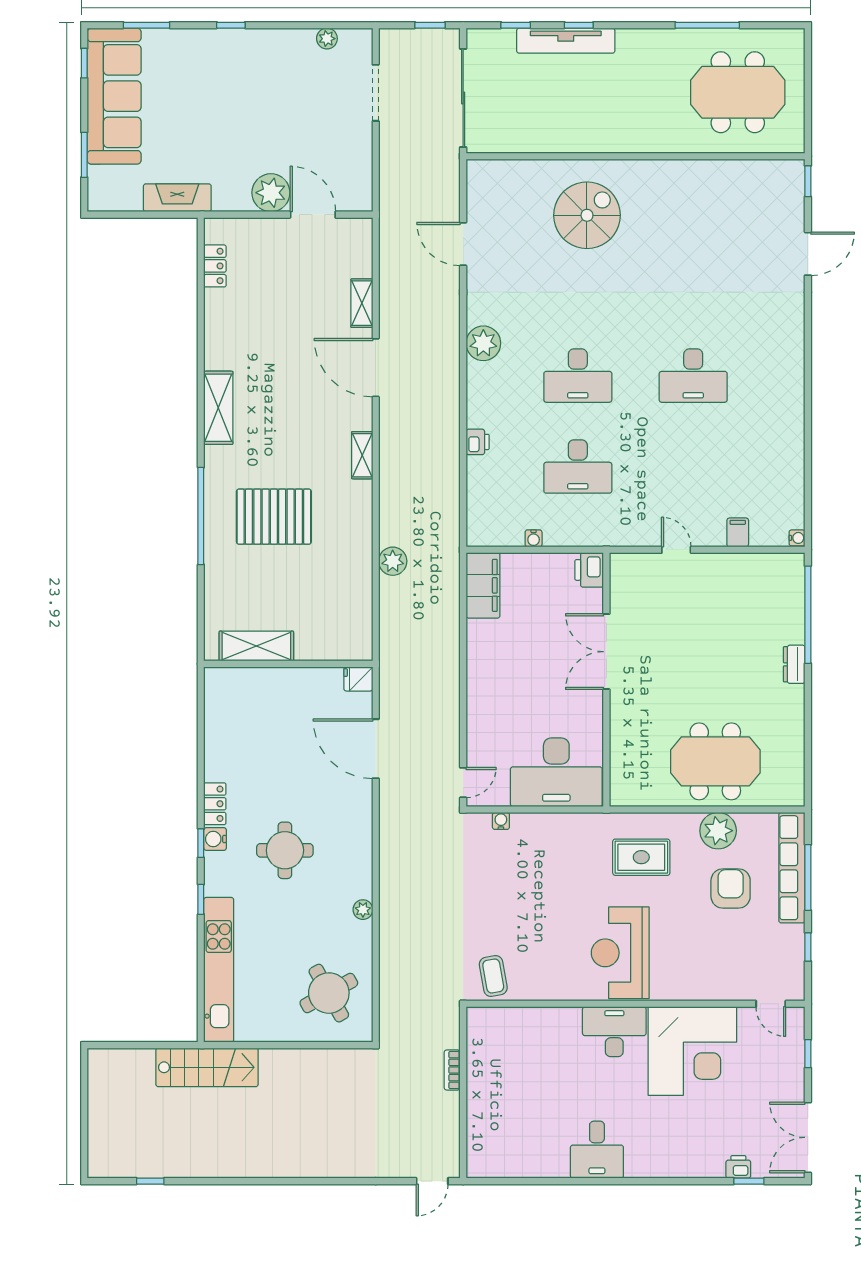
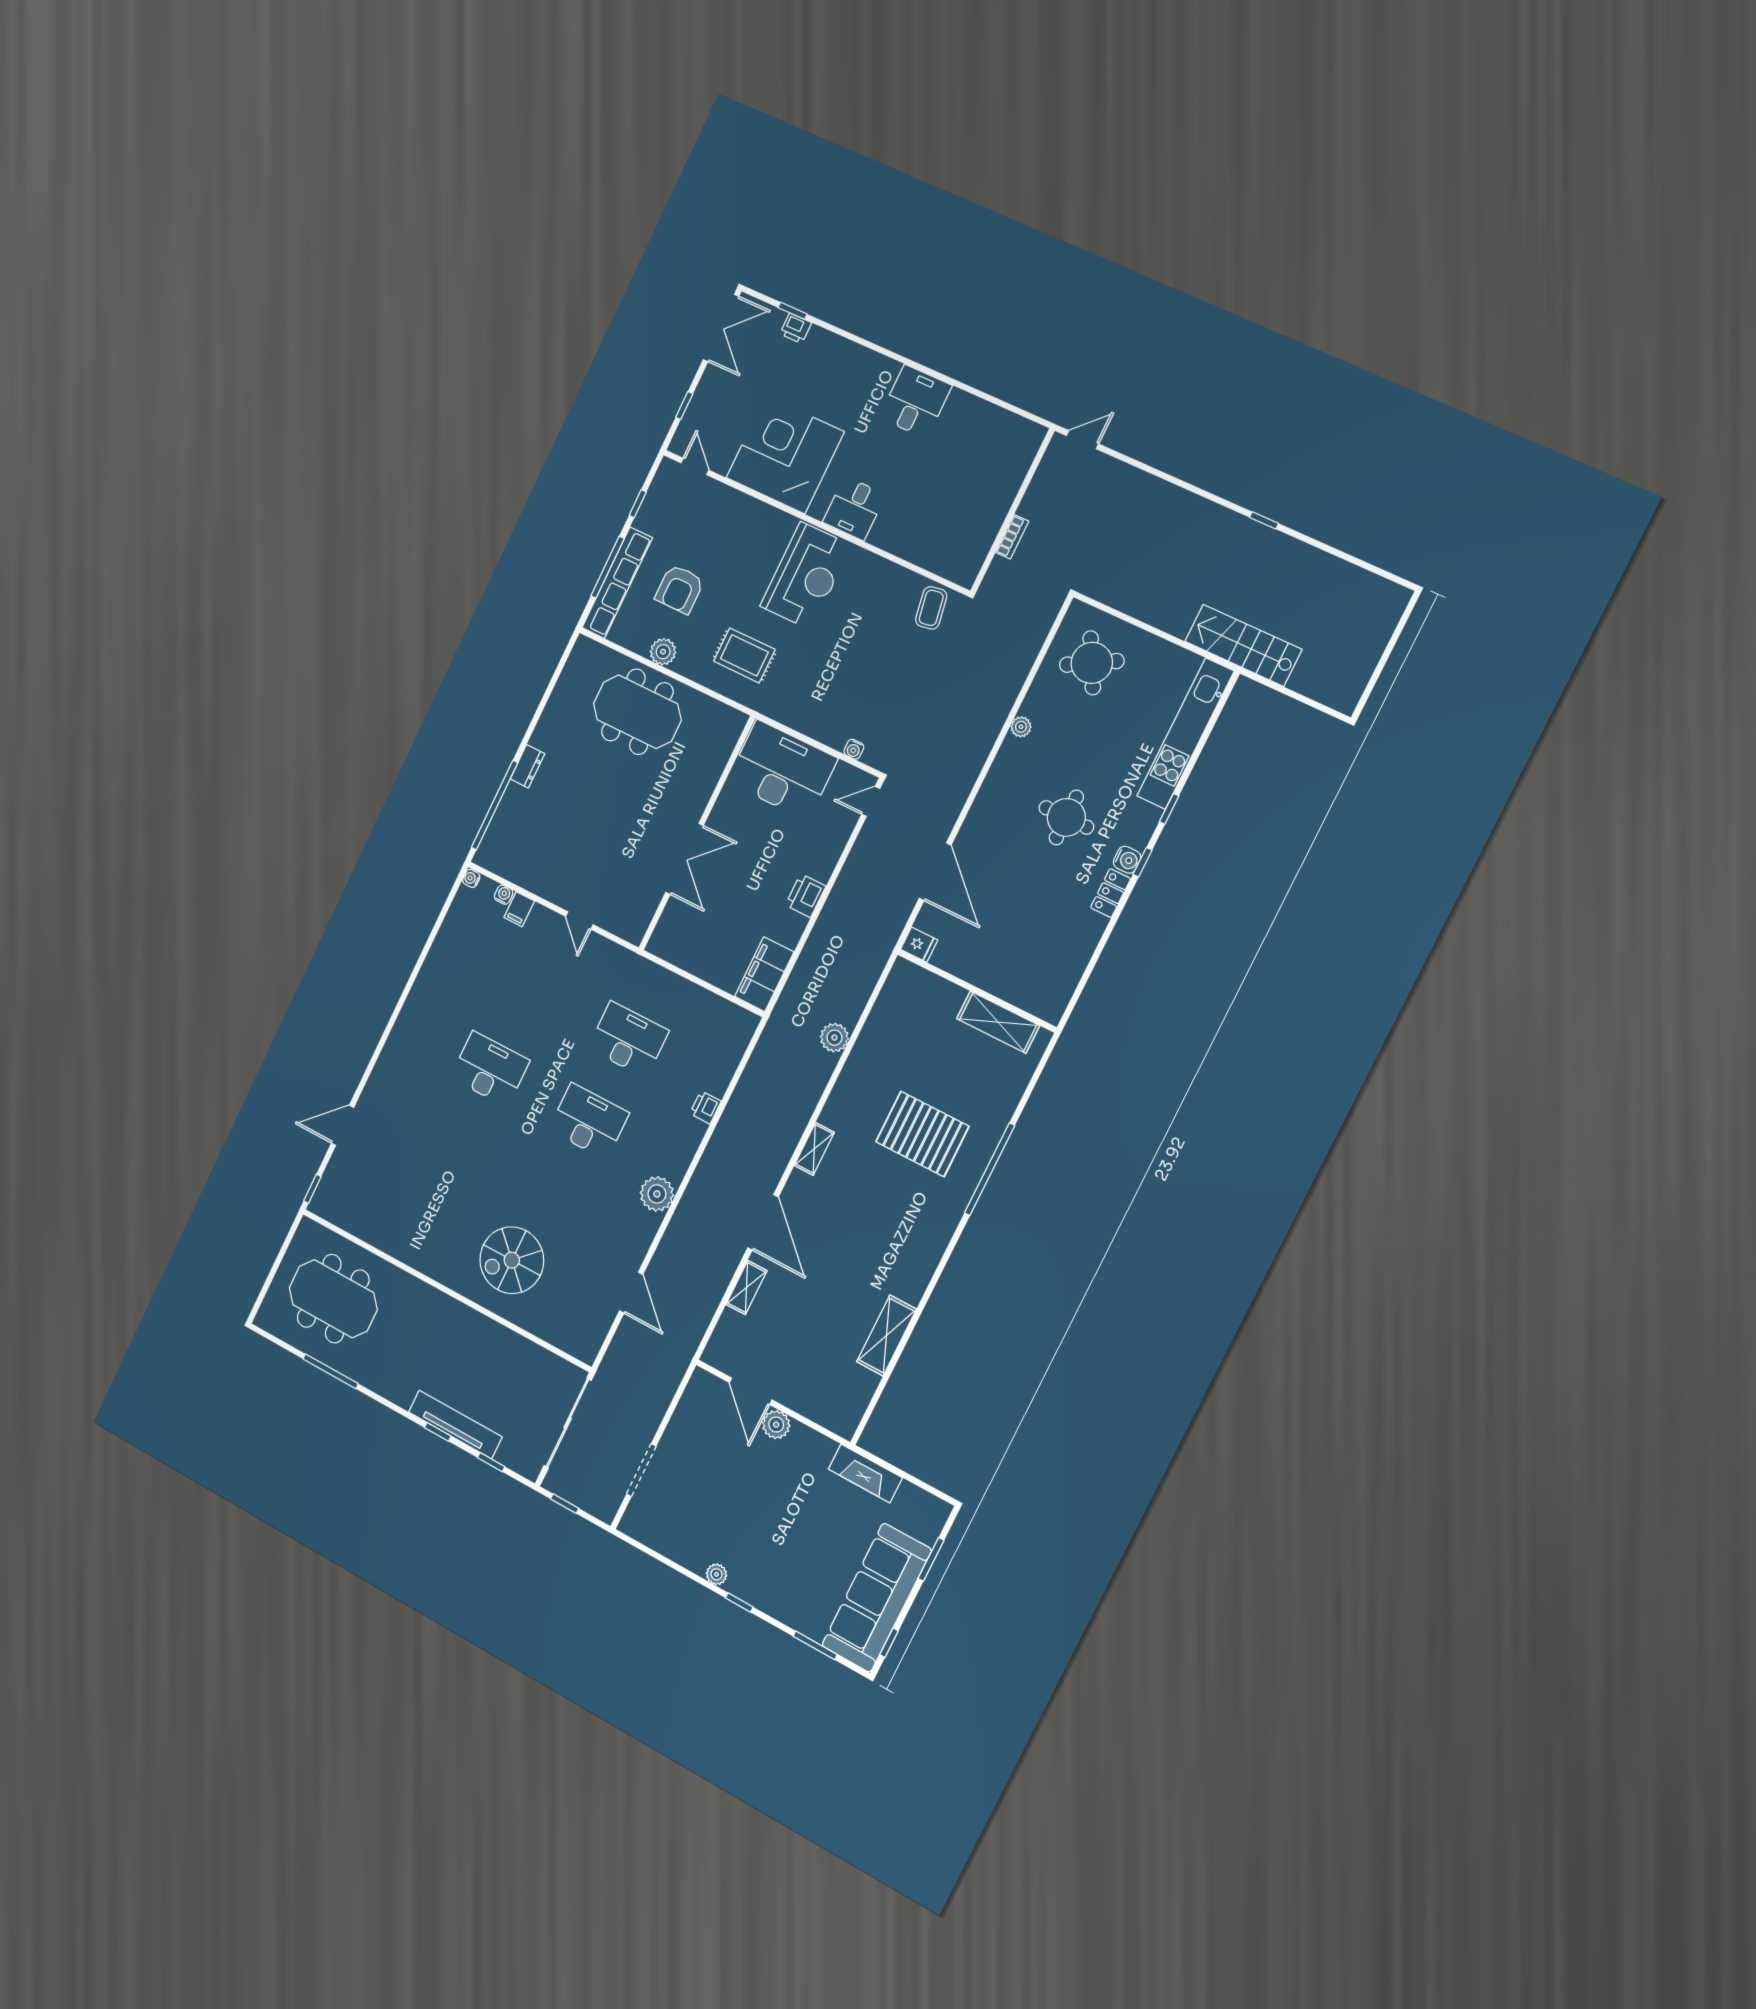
plant: (327, 39) -> (717, 1574), moved
plant: (271, 193) -> (776, 1425), width x0.73, depth x0.73
locker: (215, 266) -> (862, 1393), removed
shelving: (218, 408) -> (886, 1335), moved
water cooler: (534, 538) -> (504, 895), moved
printer: (589, 570) -> (806, 896), moved, turned 180
plant: (718, 831) -> (663, 652), width x0.73, depth x0.73
desk: (614, 1032) -> (854, 508), width x0.73
window: (150, 1181) -> (1264, 520), moved

